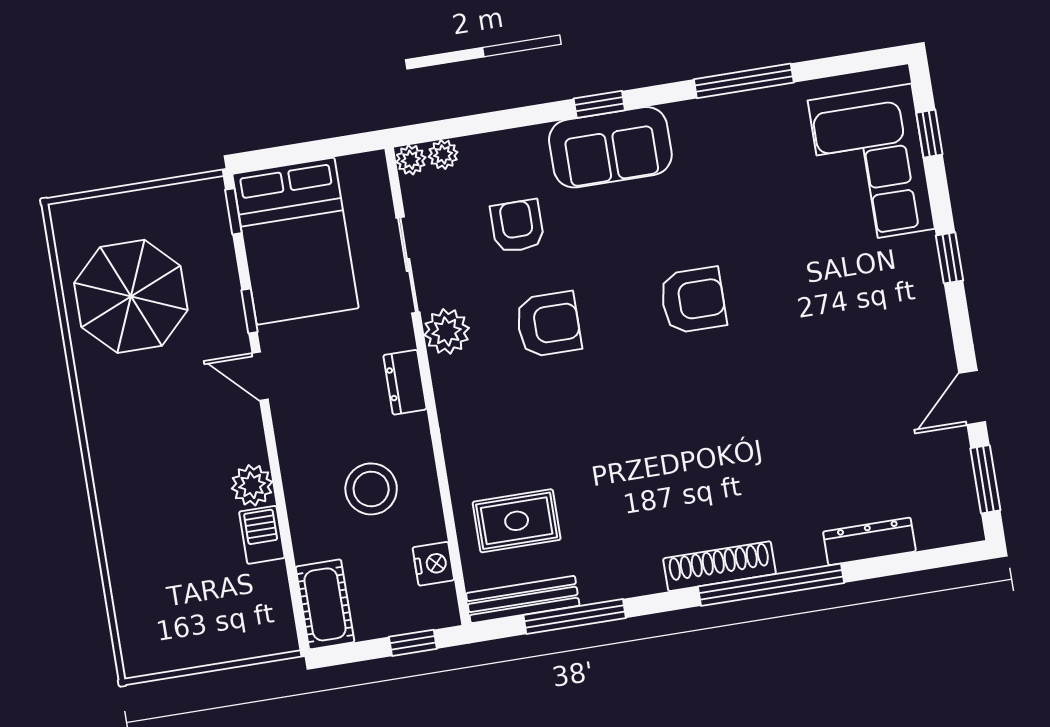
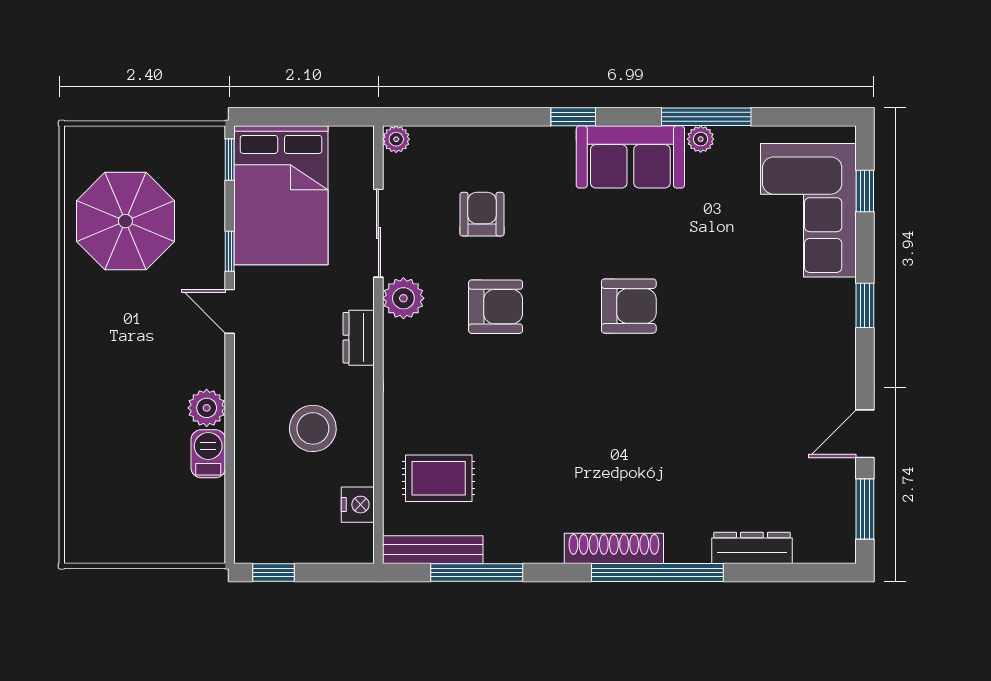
sofa: (610, 147) -> (630, 157), moved
plant: (443, 154) -> (701, 139), moved
cot: (325, 604) -> (255, 525), removed
window: (413, 643) -> (274, 572), moved

